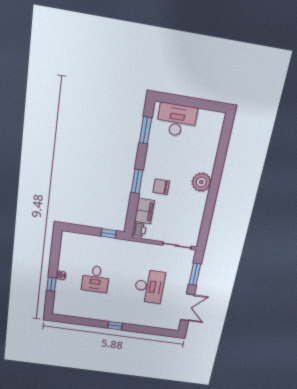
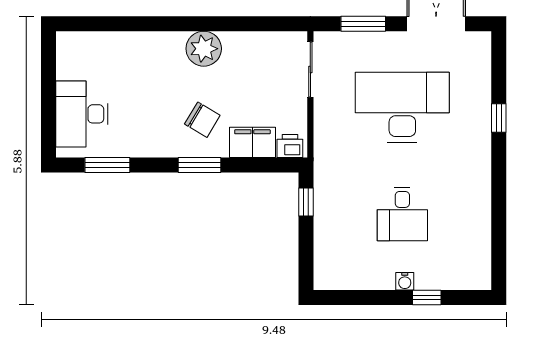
plant: (201, 182) -> (204, 49), moved
chair: (161, 187) -> (202, 120), turned -59
desk: (96, 279) -> (402, 214), turned 90
desk: (149, 286) -> (402, 107), width x1.36, depth x1.30
window: (115, 326) -> (499, 118), moved

